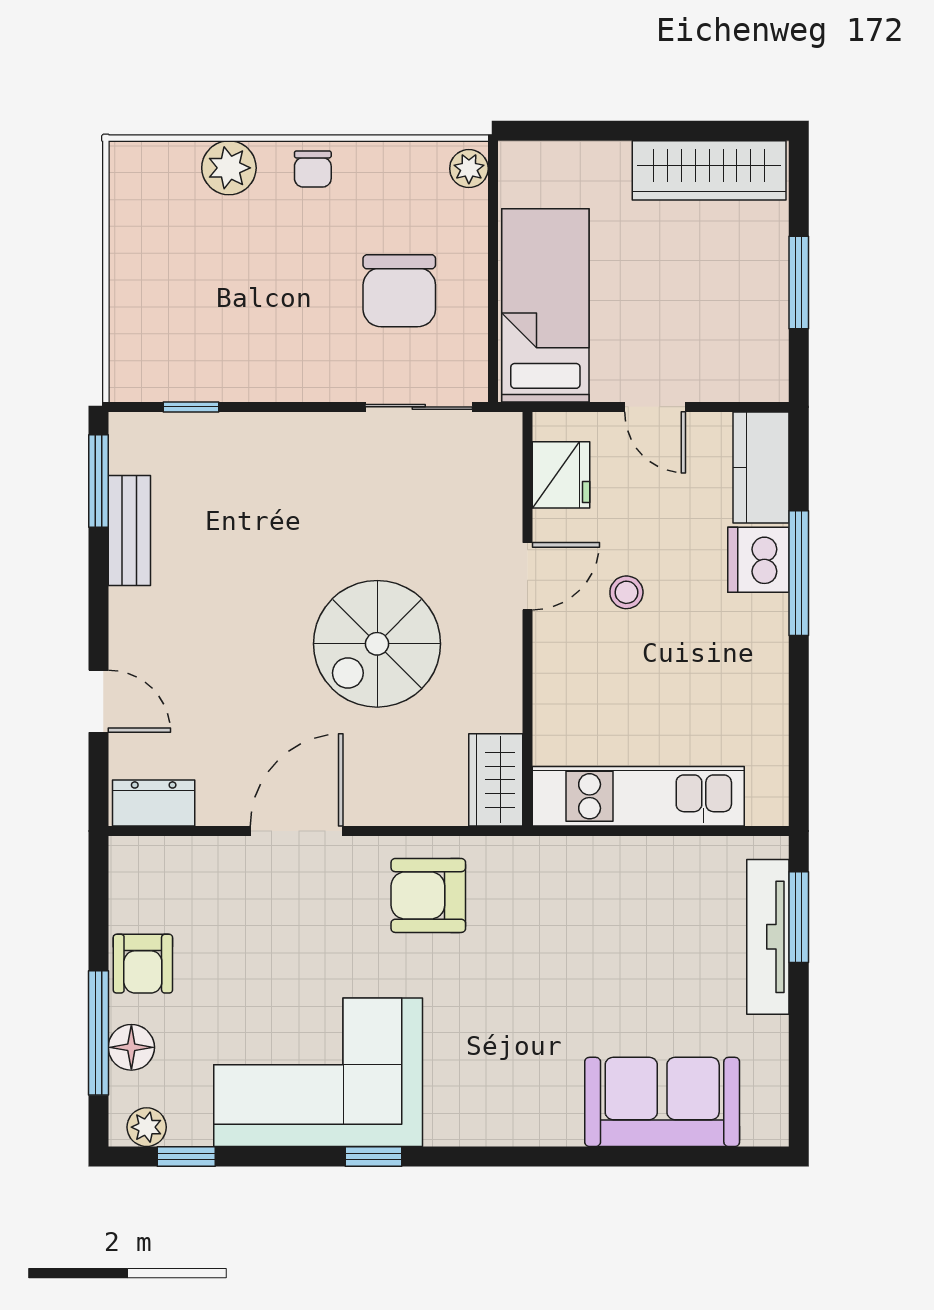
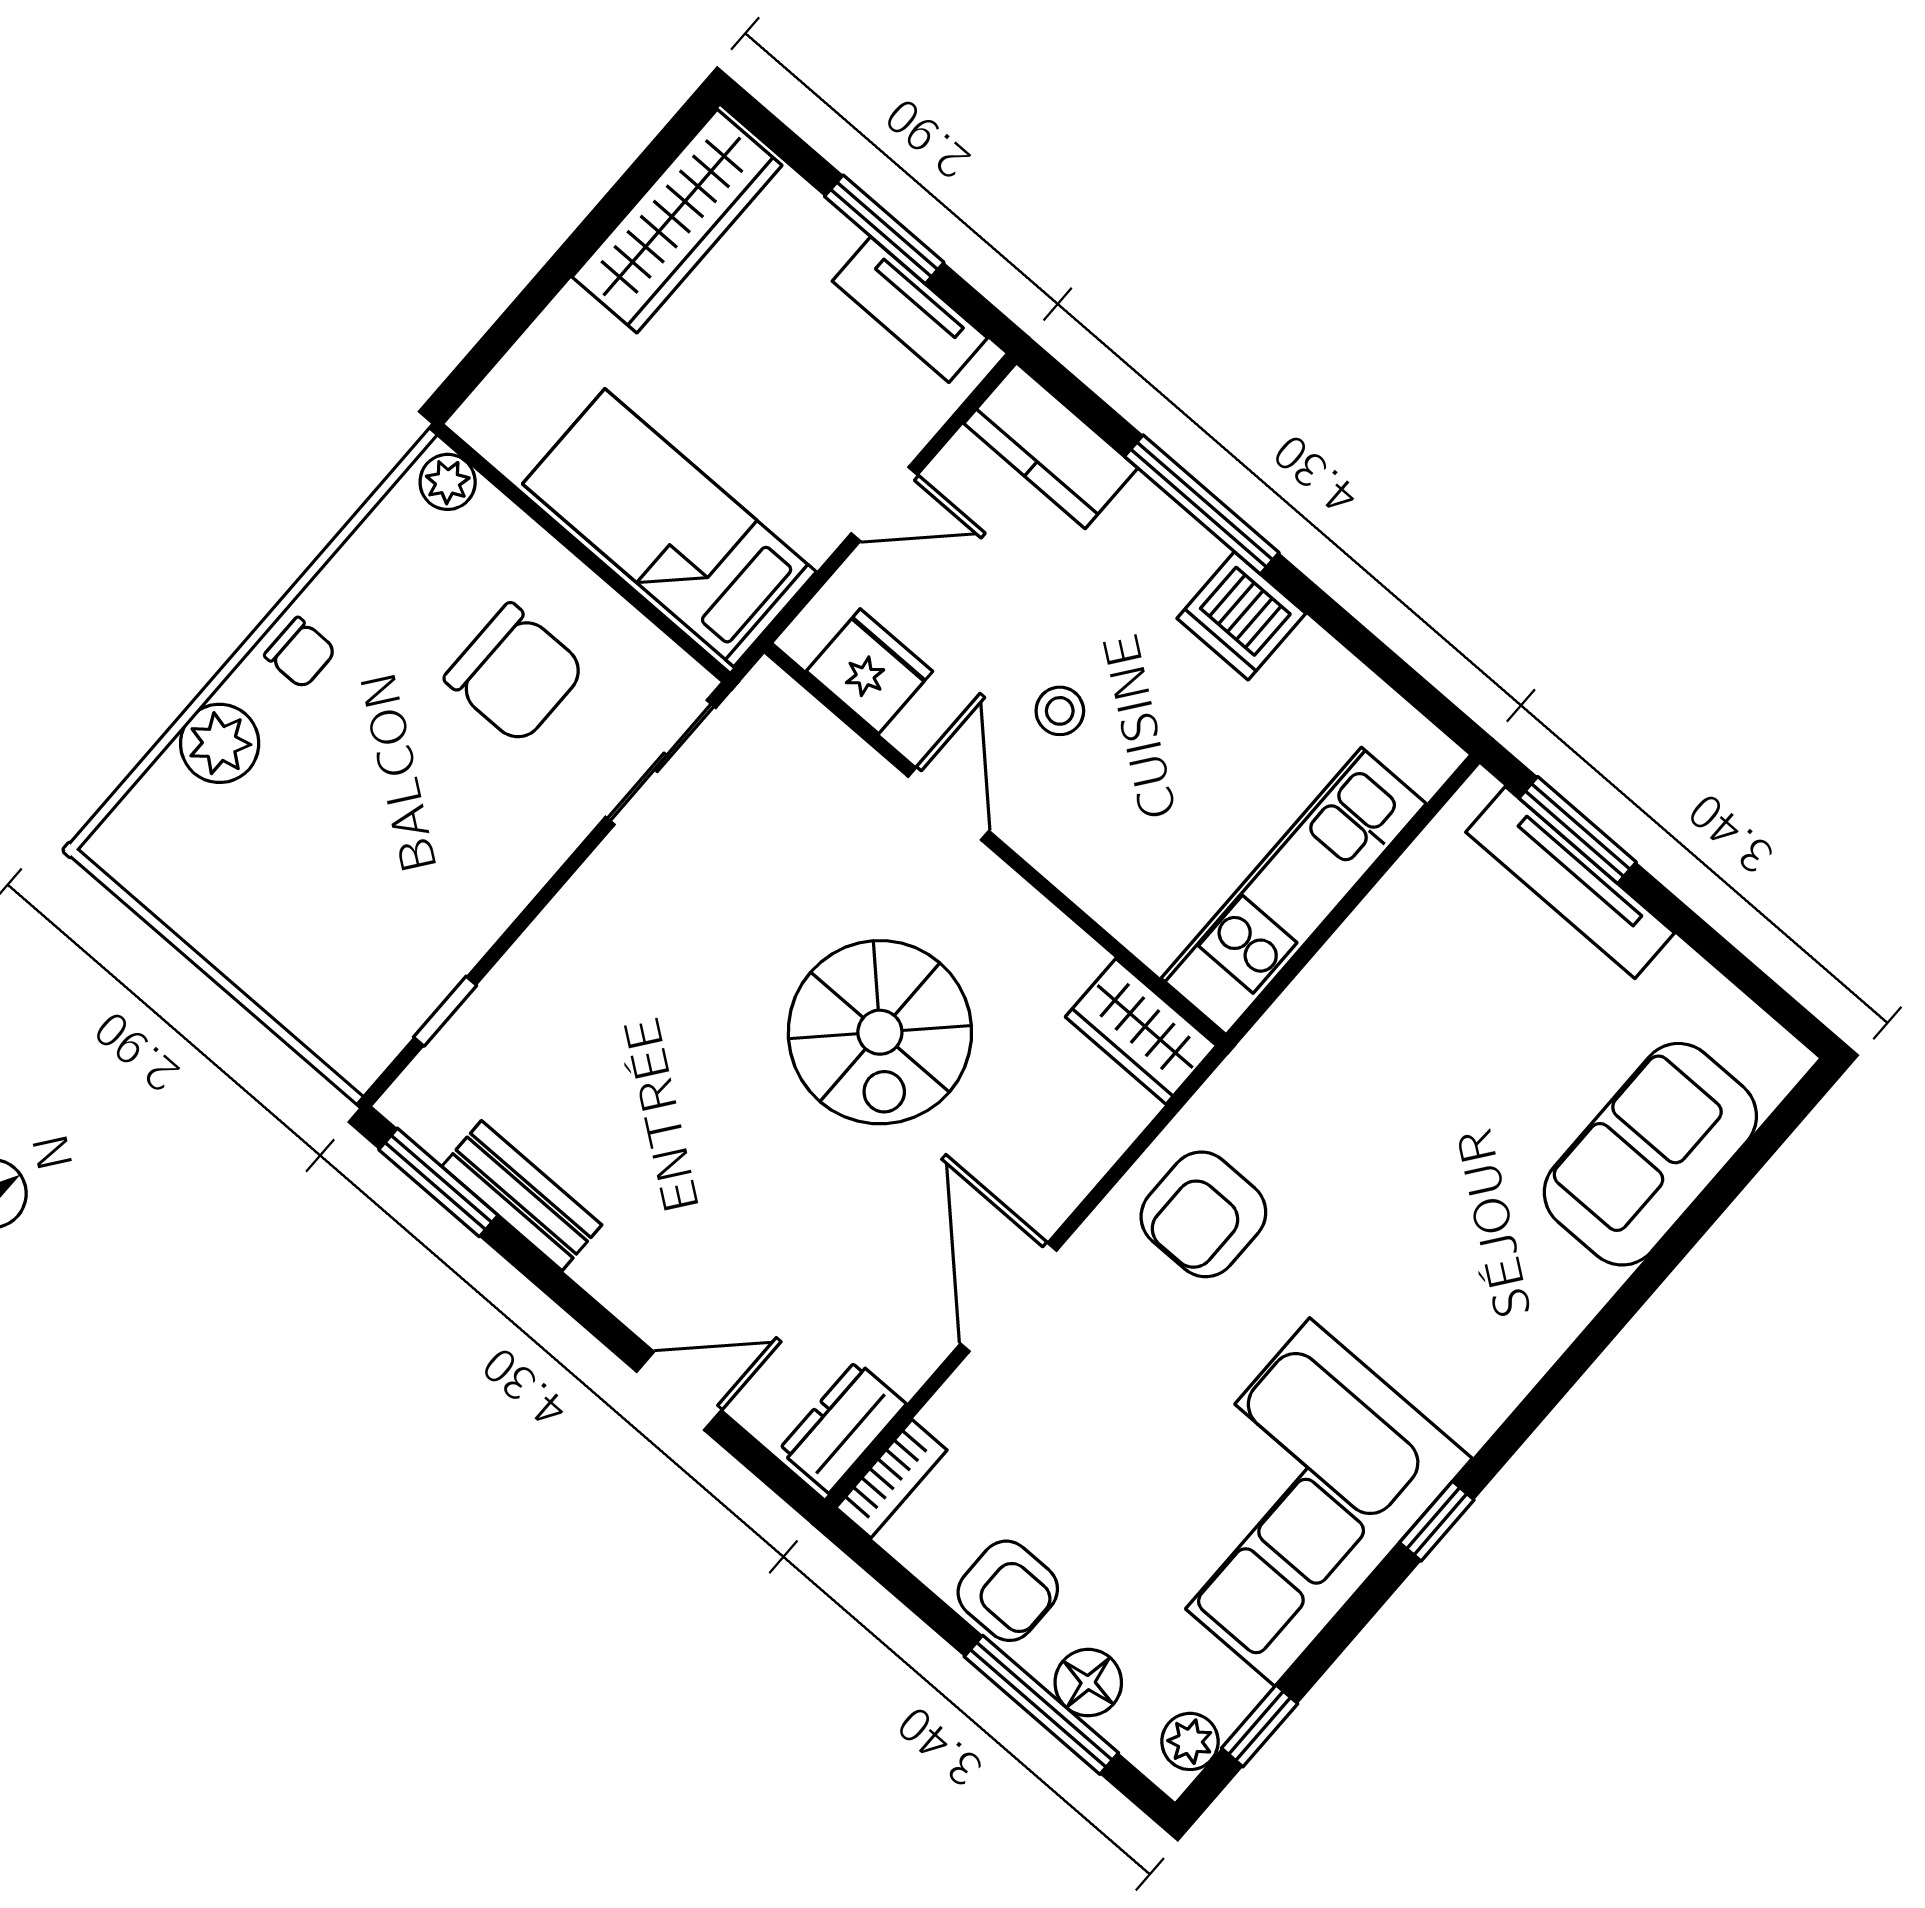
tv unit: (768, 332) -> (910, 310), added
dishwasher: (758, 560) -> (1241, 616), moved
bookcase: (149, 852) -> (891, 1479), added

